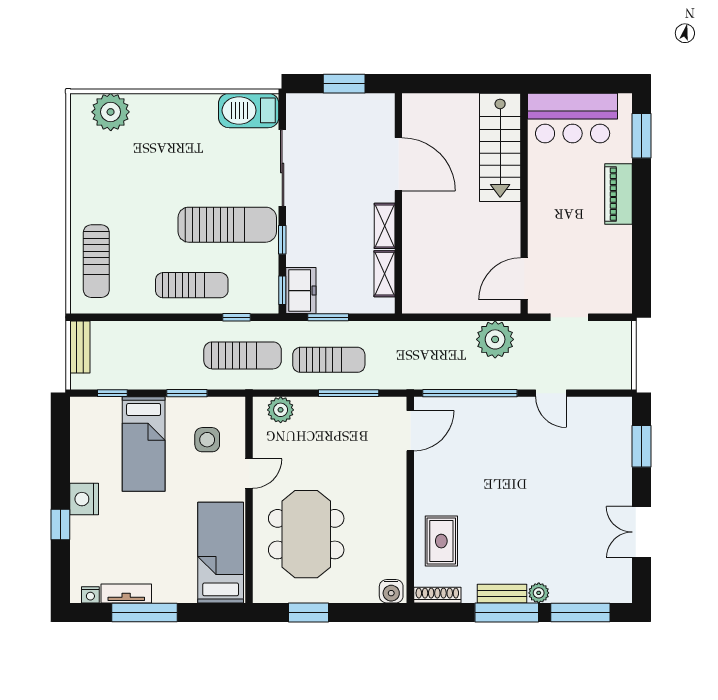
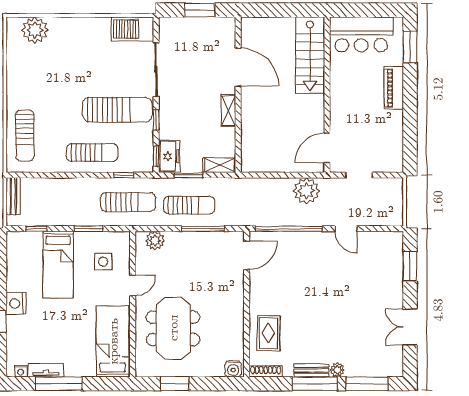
shelving: (384, 274) -> (219, 165), moved, turned 90

